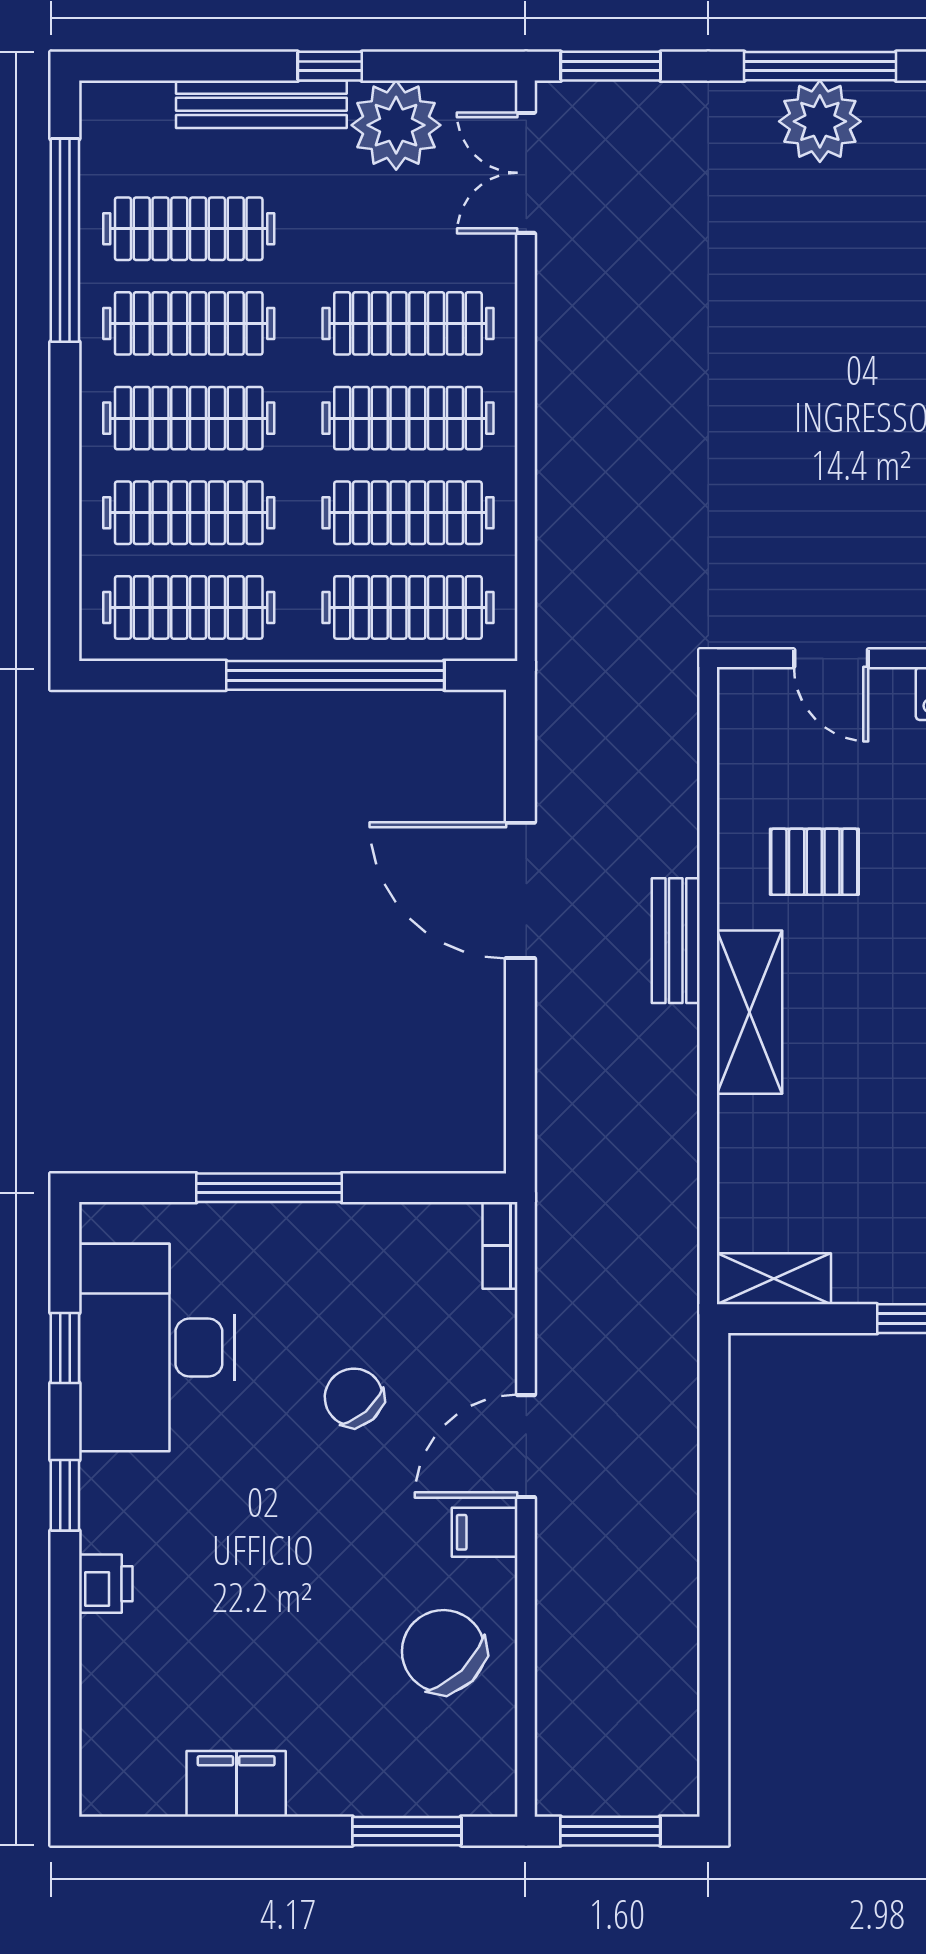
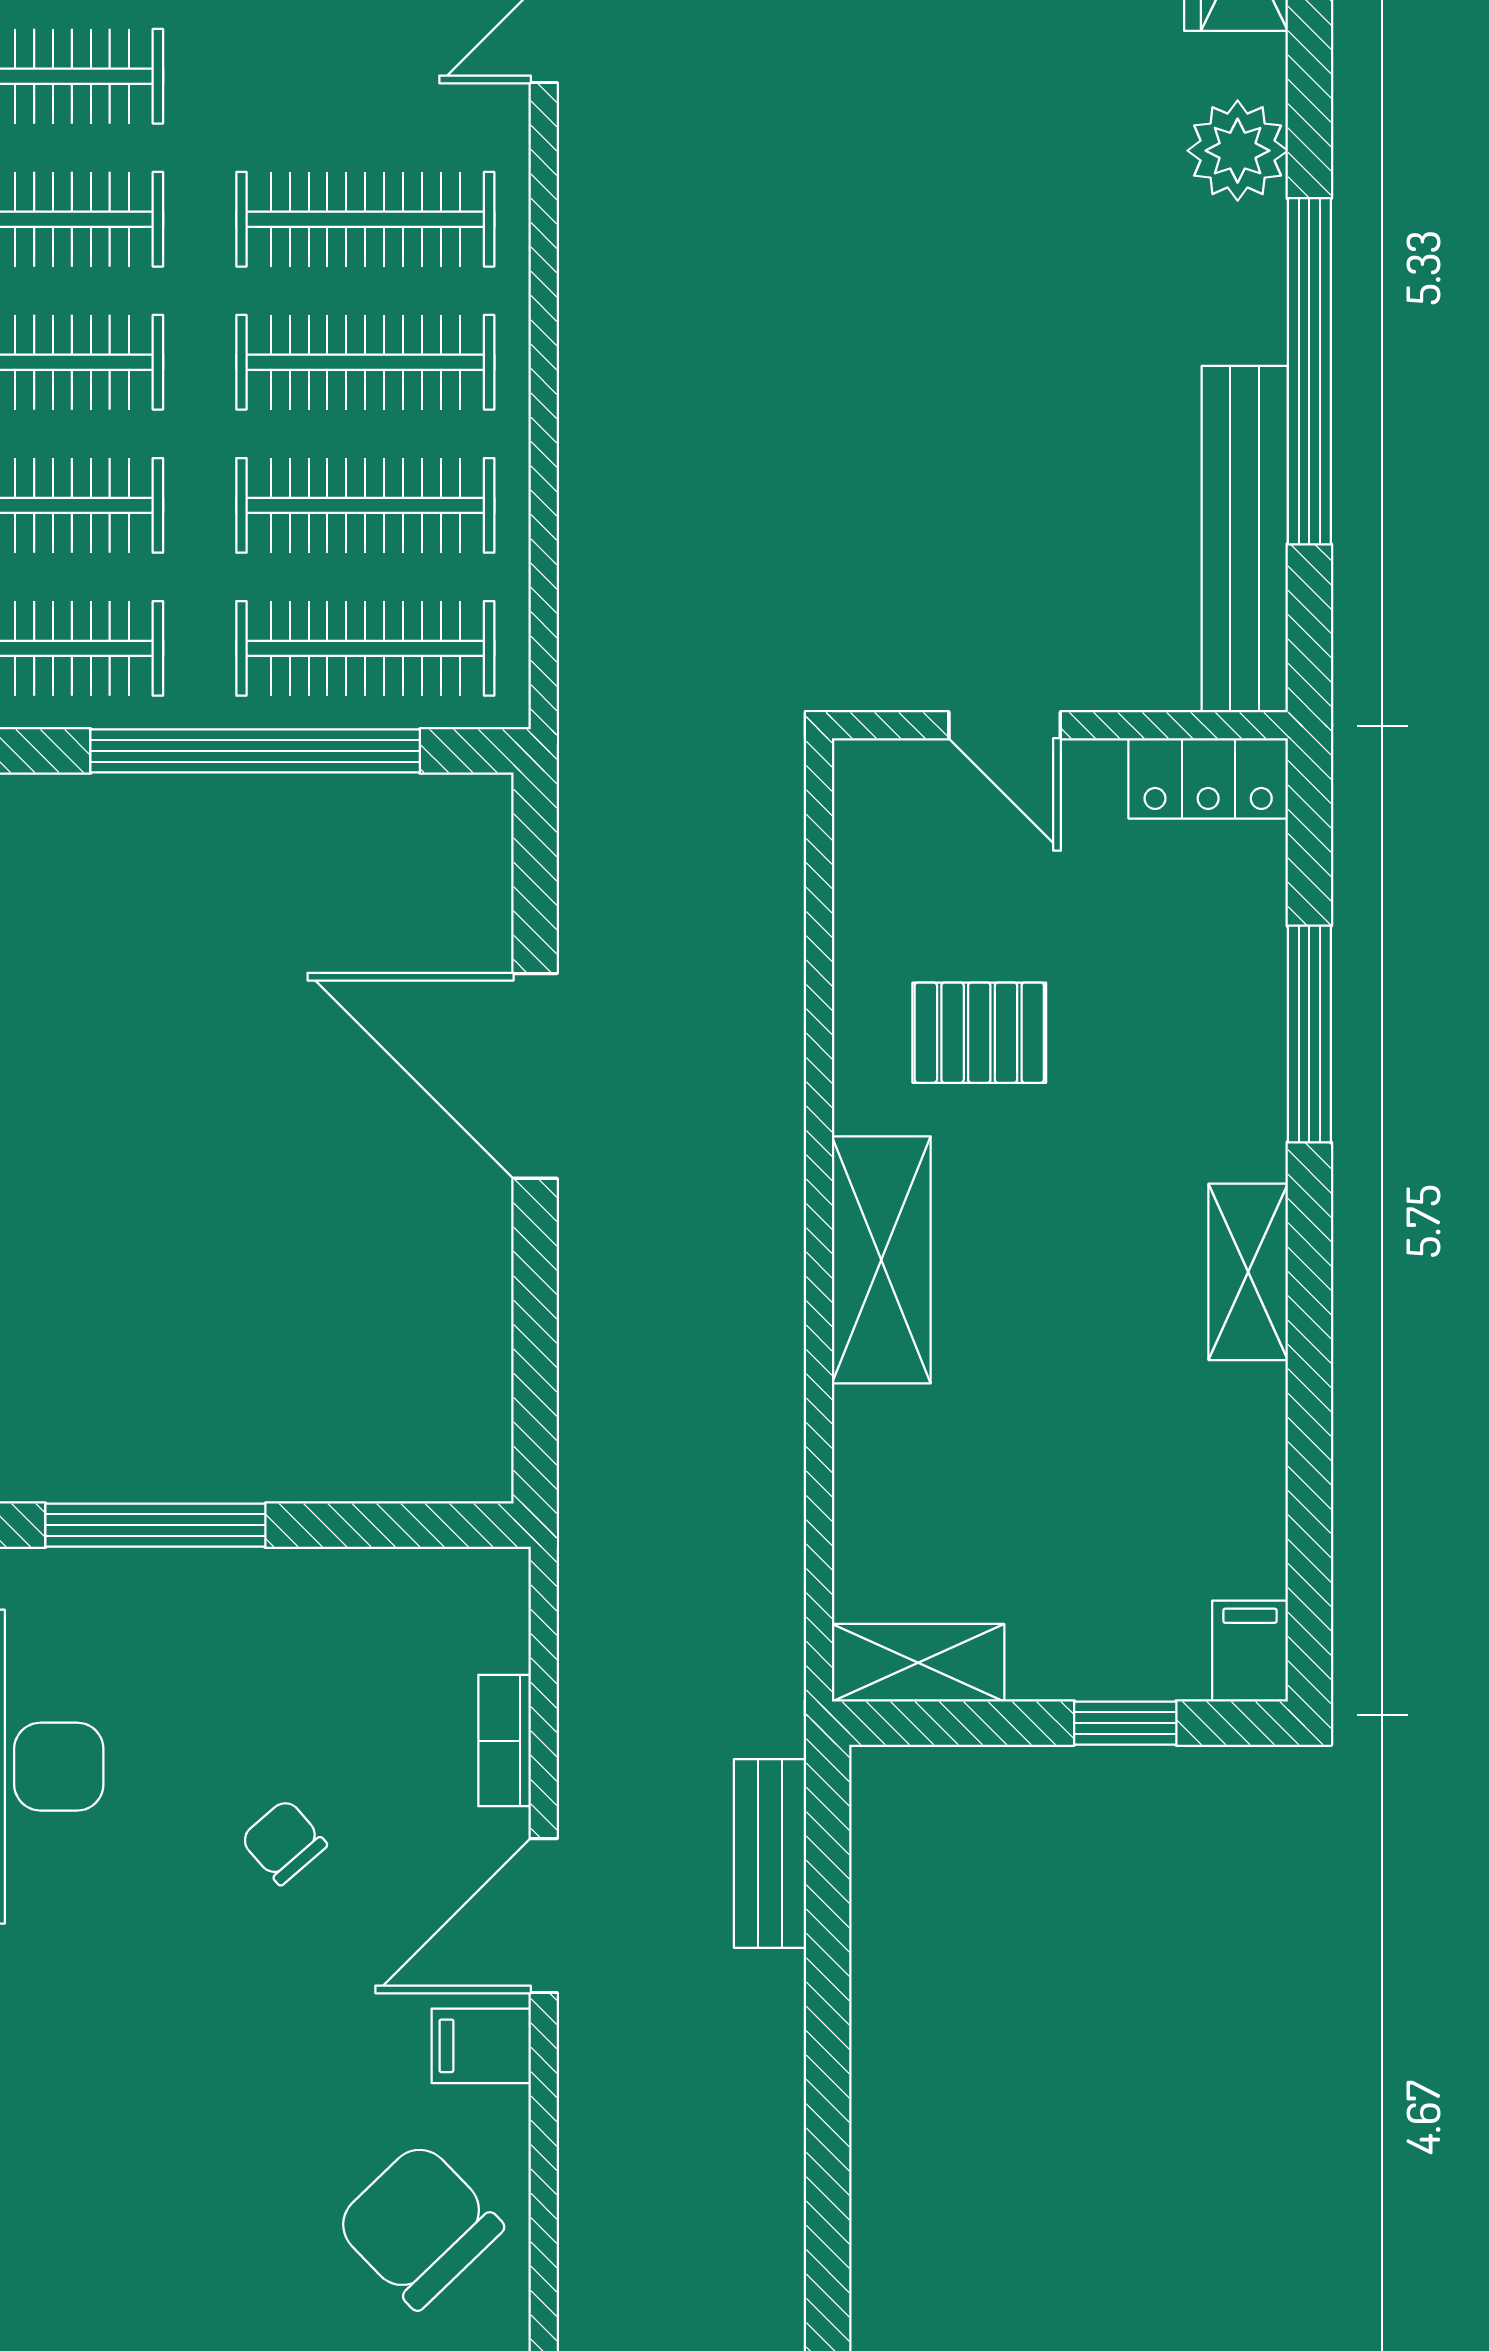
bench: (676, 941) -> (770, 1853), moved
bookcase: (500, 1245) -> (505, 1741), moved
chair: (354, 1397) -> (284, 1842), width x0.73, depth x0.73

